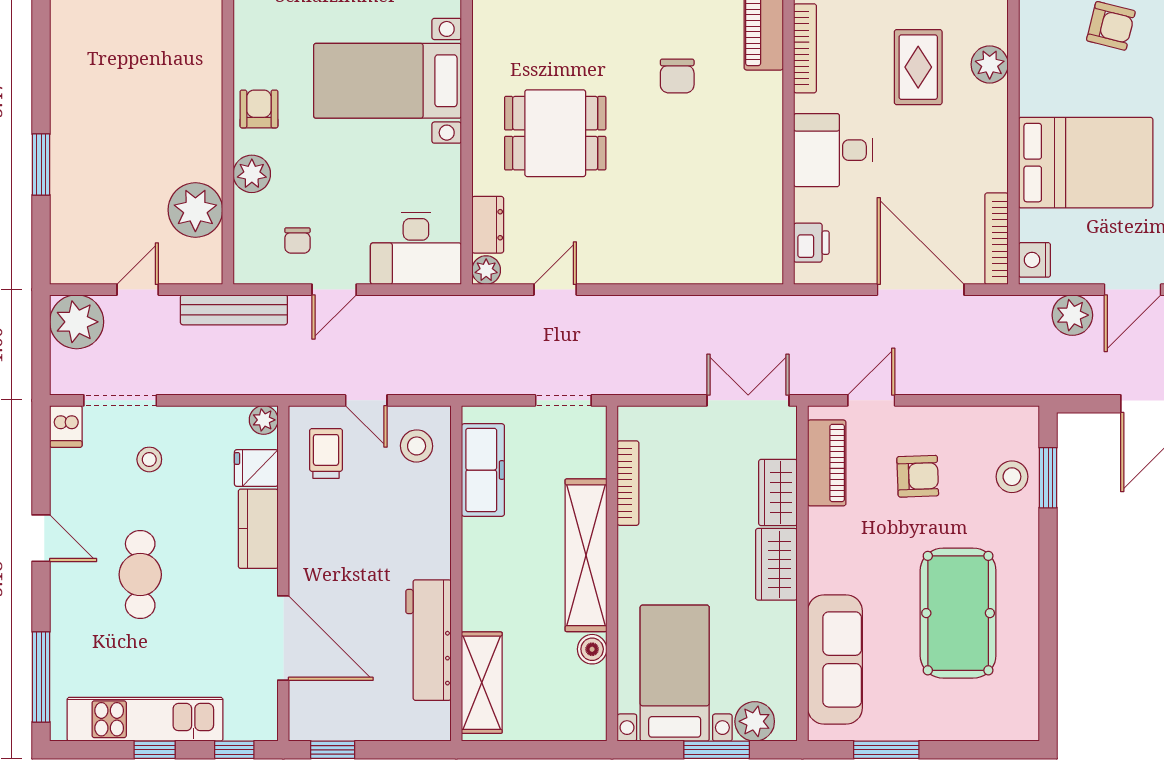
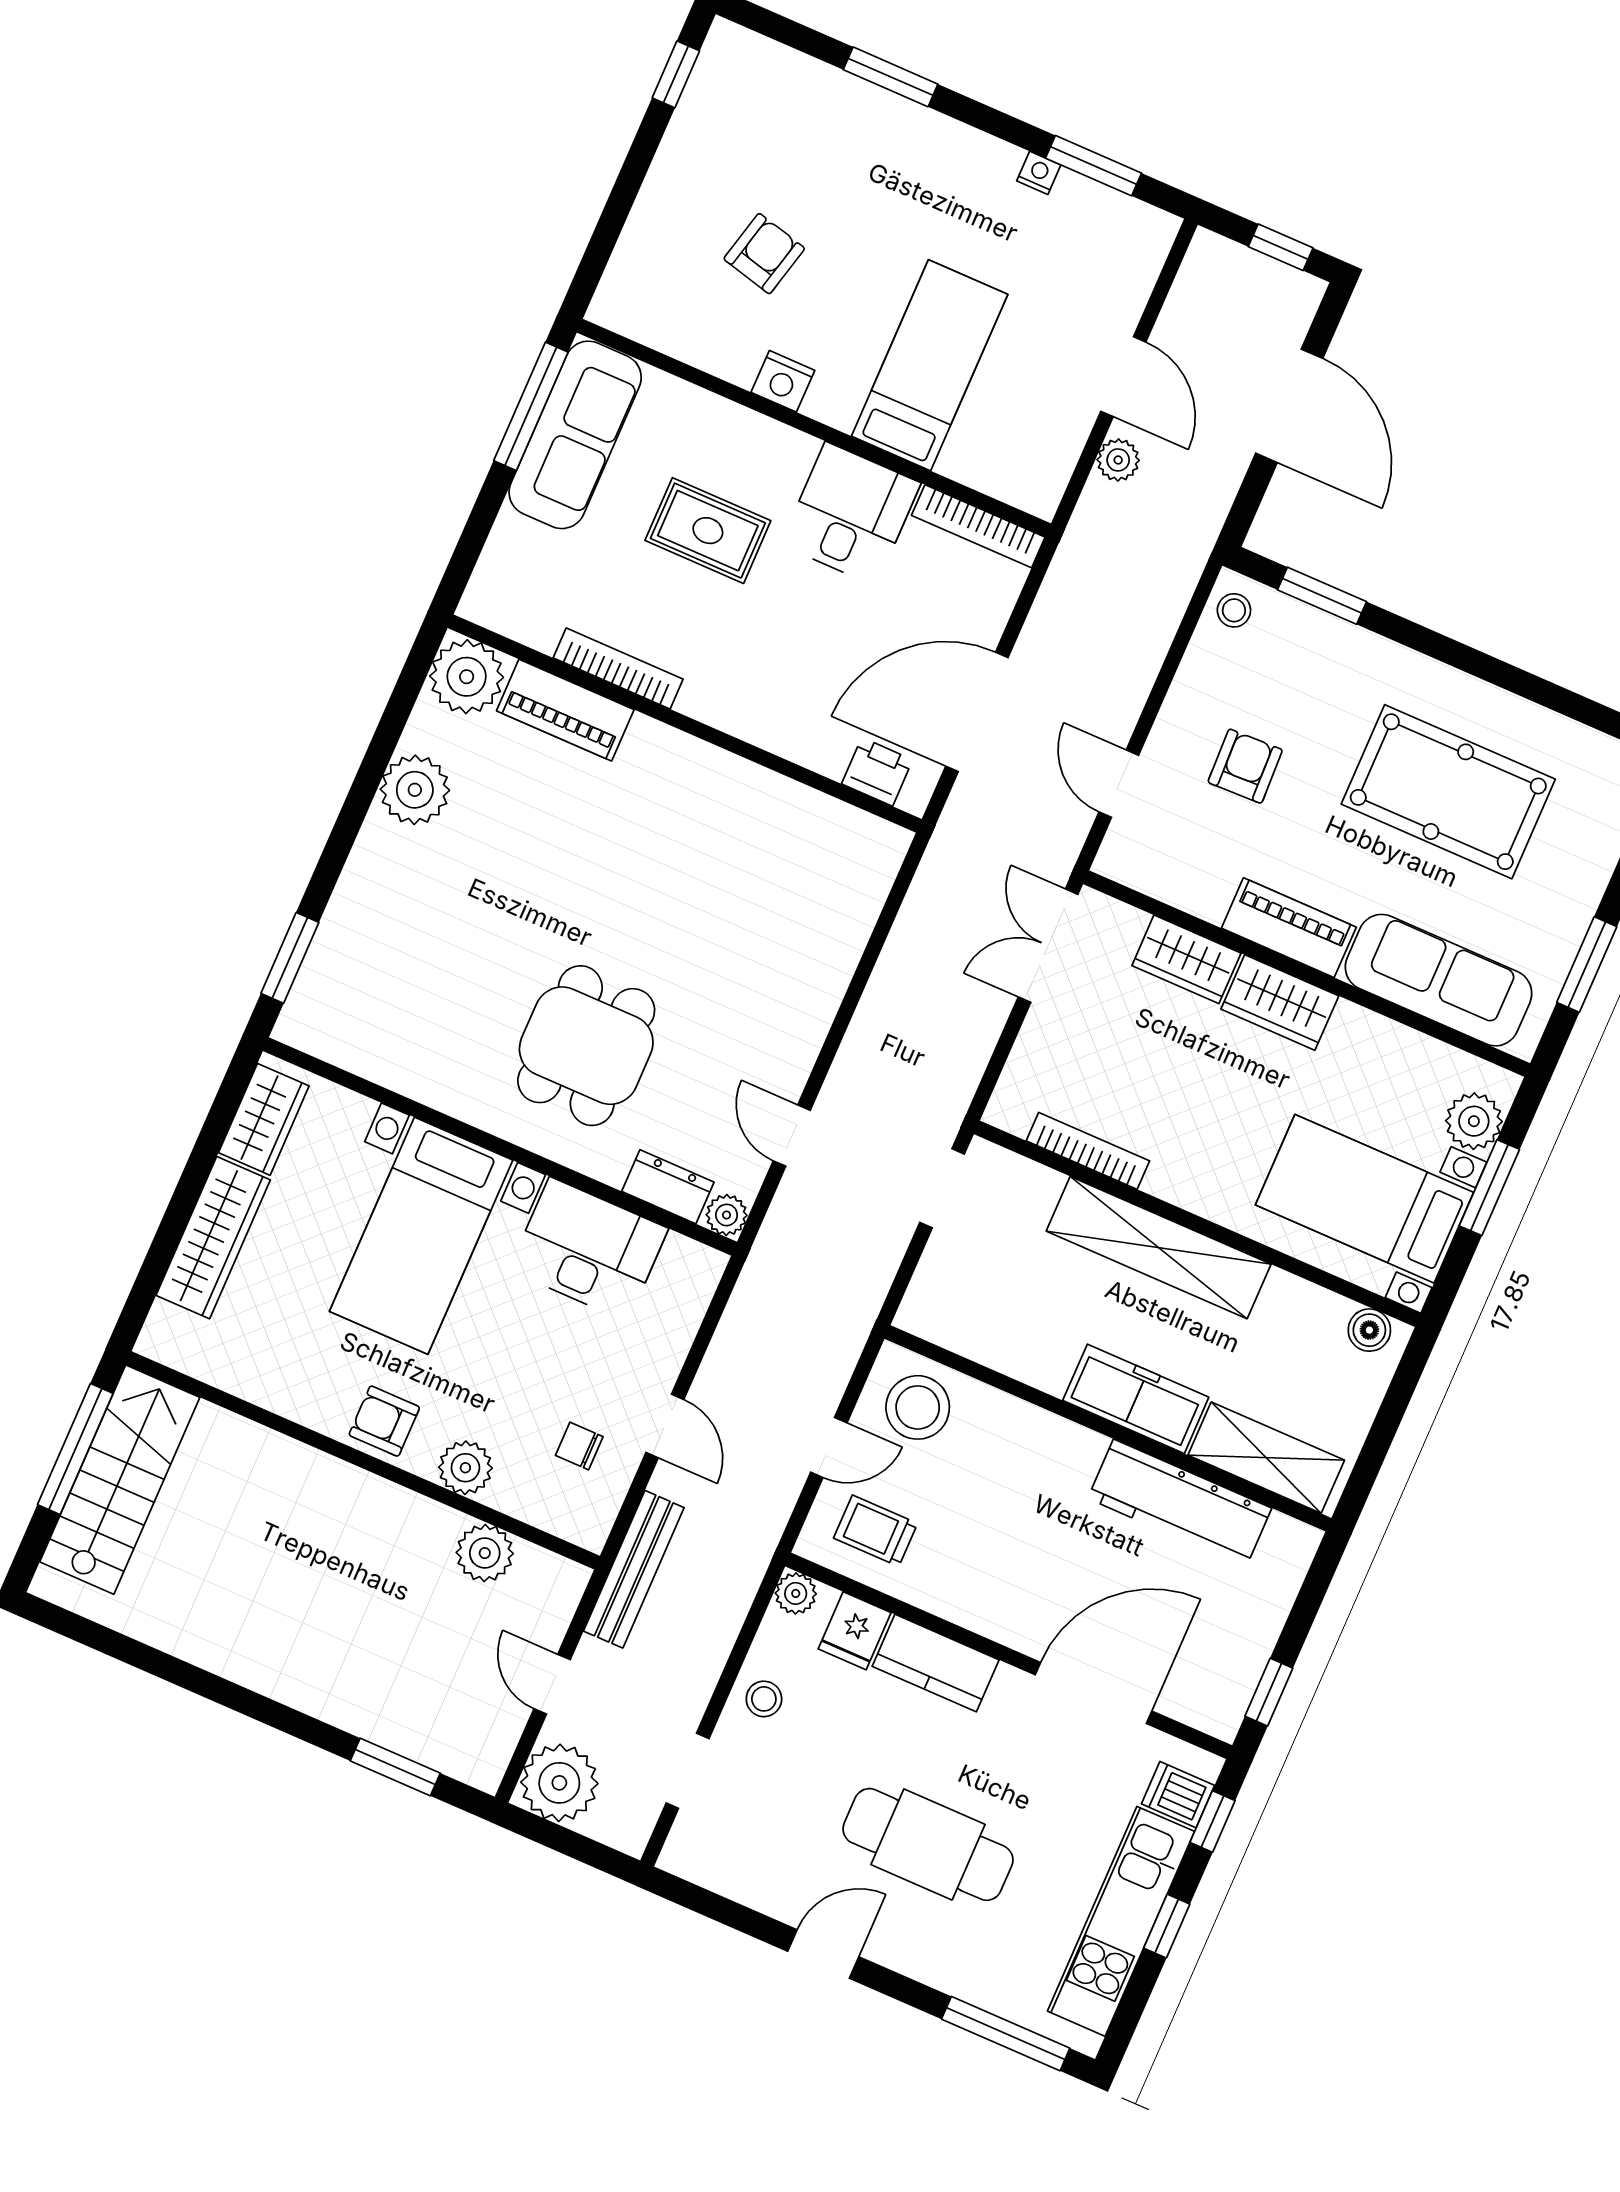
plant: (990, 64) -> (745, 435), removed
chair: (677, 76) -> (581, 852), removed
desk: (833, 150) -> (851, 514), moved, turned 180
bed: (1086, 163) -> (930, 365), width x0.67
window: (41, 164) -> (395, 1767), moved
plant: (195, 210) -> (485, 1553), width x0.73, depth x0.73
chair: (297, 240) -> (579, 1446), turned 180
desk: (416, 249) -> (589, 1249), moved, turned -90
nightstand: (1035, 260) -> (783, 381), moved
door: (921, 290) -> (977, 712), moved
plant: (1072, 315) -> (1118, 460), width x0.73, depth x0.73
doorway: (120, 400) -> (688, 1771), width x0.73
dishwasher: (66, 426) -> (1178, 1795), moved, turned 180
stool: (417, 446) -> (918, 1407), width x1.38, depth x1.38
stool: (149, 459) -> (764, 1699), moved
piano: (827, 463) -> (1289, 928), moved
freezer: (483, 470) -> (1136, 1399), moved
stool: (1012, 477) -> (1234, 610), moved, width x0.73, depth x0.73
cafe table: (140, 575) -> (928, 1844), width x1.37, depth x1.35
boiler: (592, 649) -> (1369, 1330), moved

